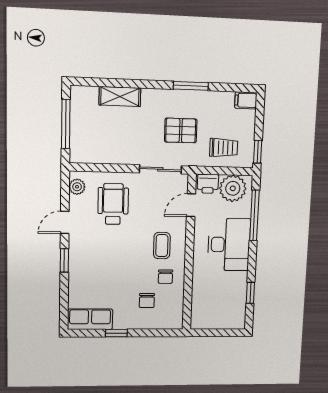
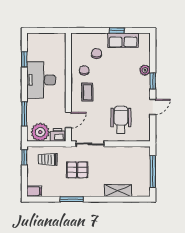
plant: (77, 187) -> (145, 70), moved
wheelchair: (113, 204) -> (121, 120), turned 180
window: (254, 215) -> (24, 114), width x0.69
desk: (229, 245) -> (41, 80), moved
row of seats: (90, 319) -> (123, 40), moved

